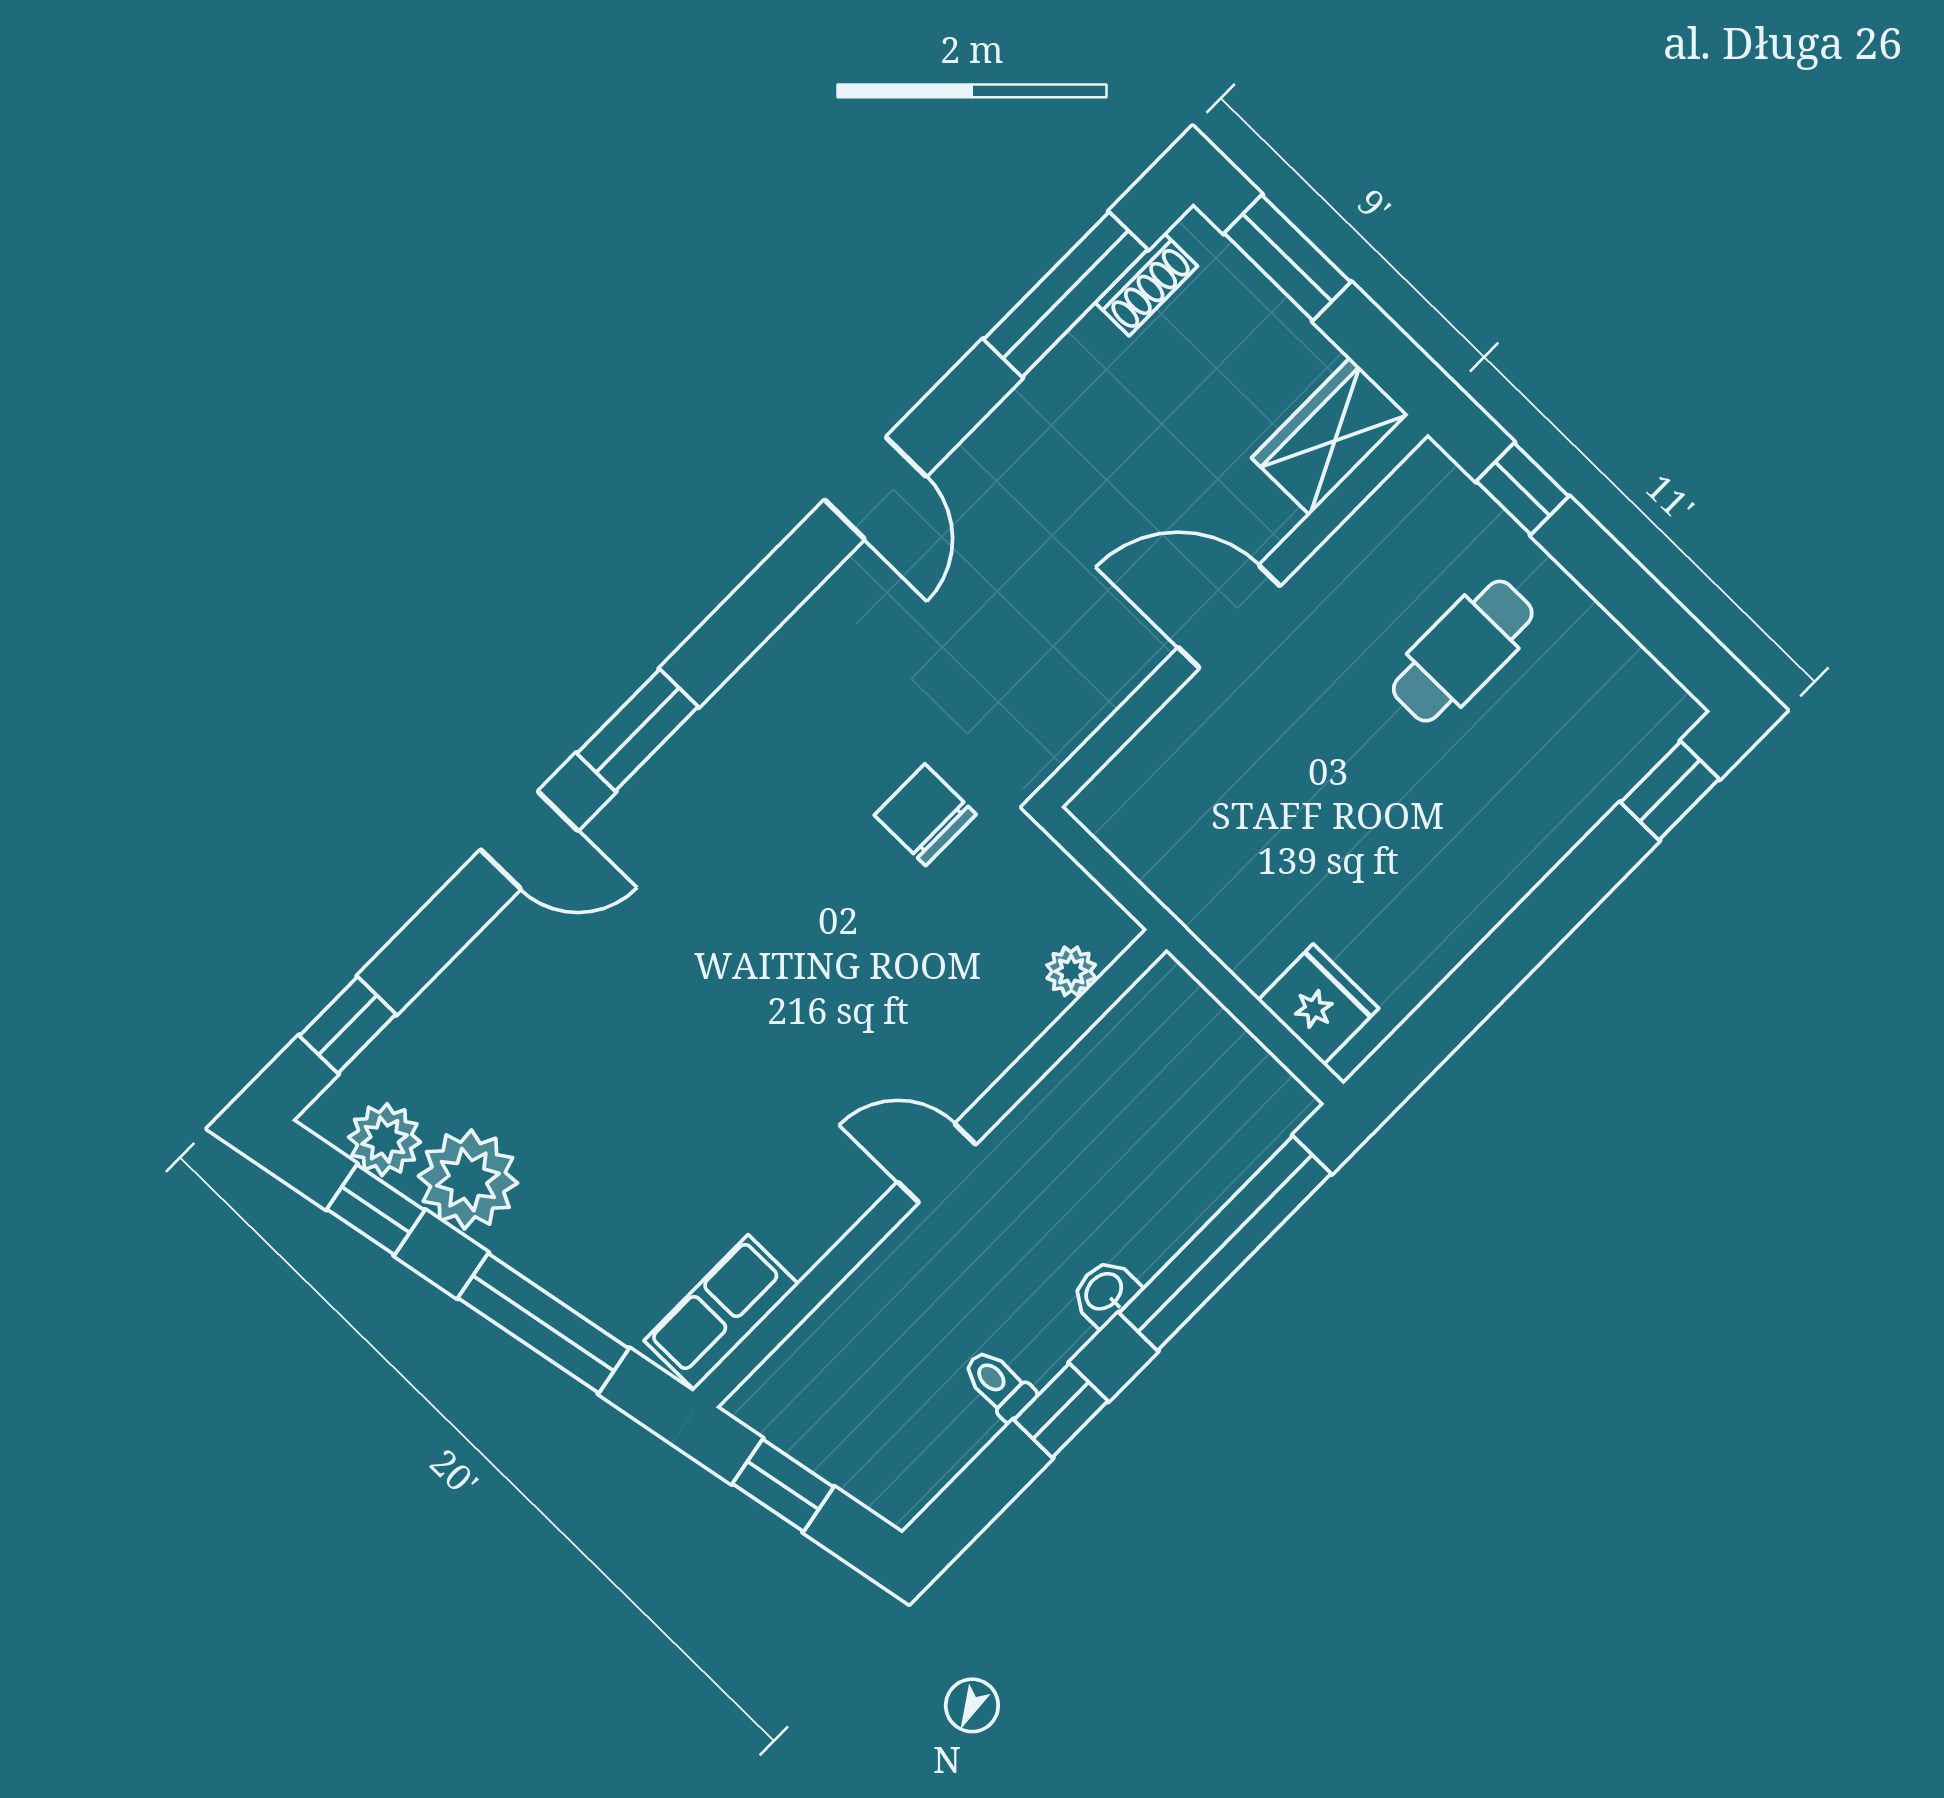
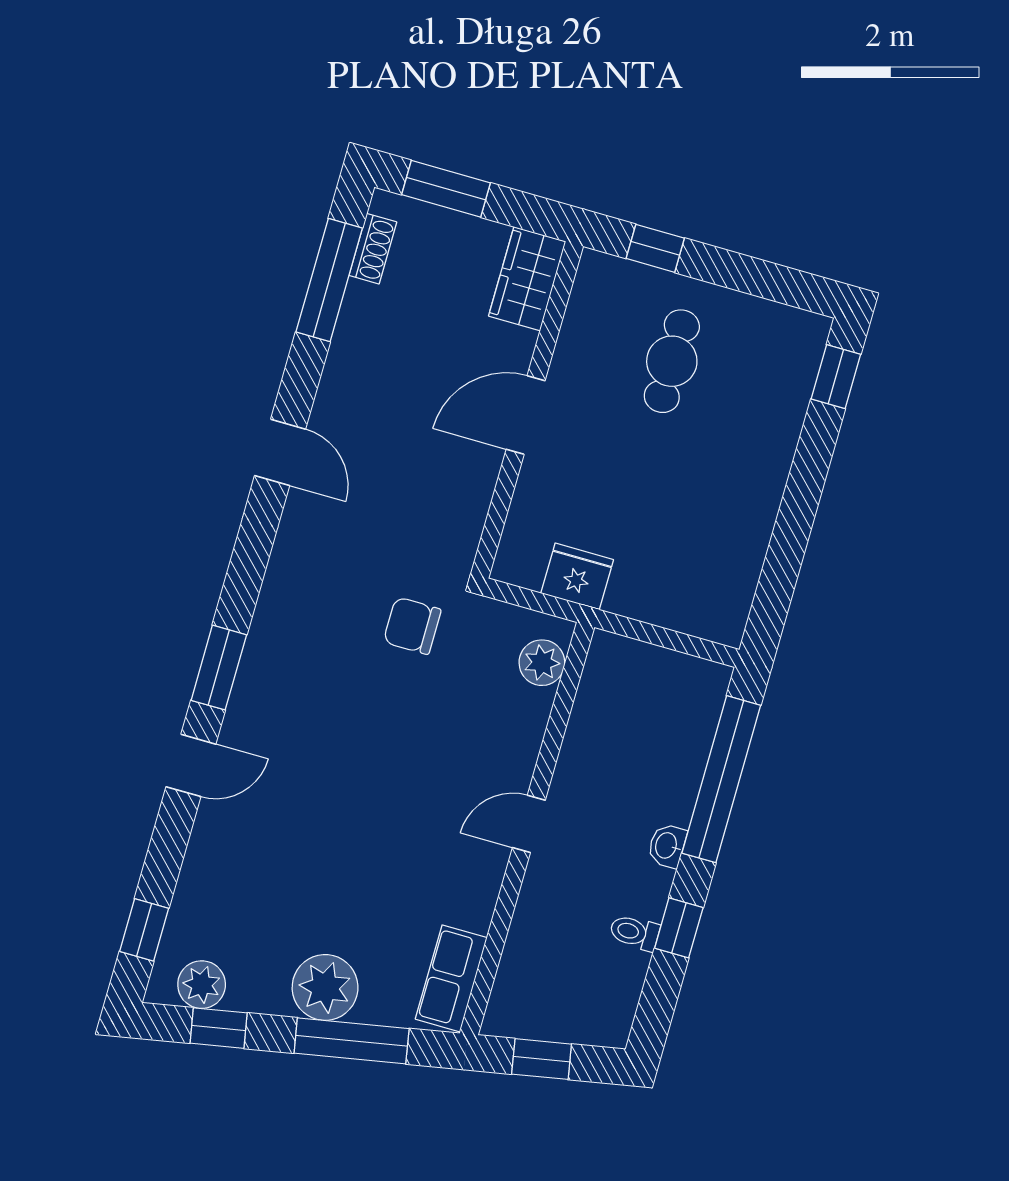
plant: (1071, 971) -> (542, 663), width x1.38, depth x1.38
fridge: (1318, 1004) -> (577, 576), moved
plant: (468, 1179) -> (325, 987), moved

